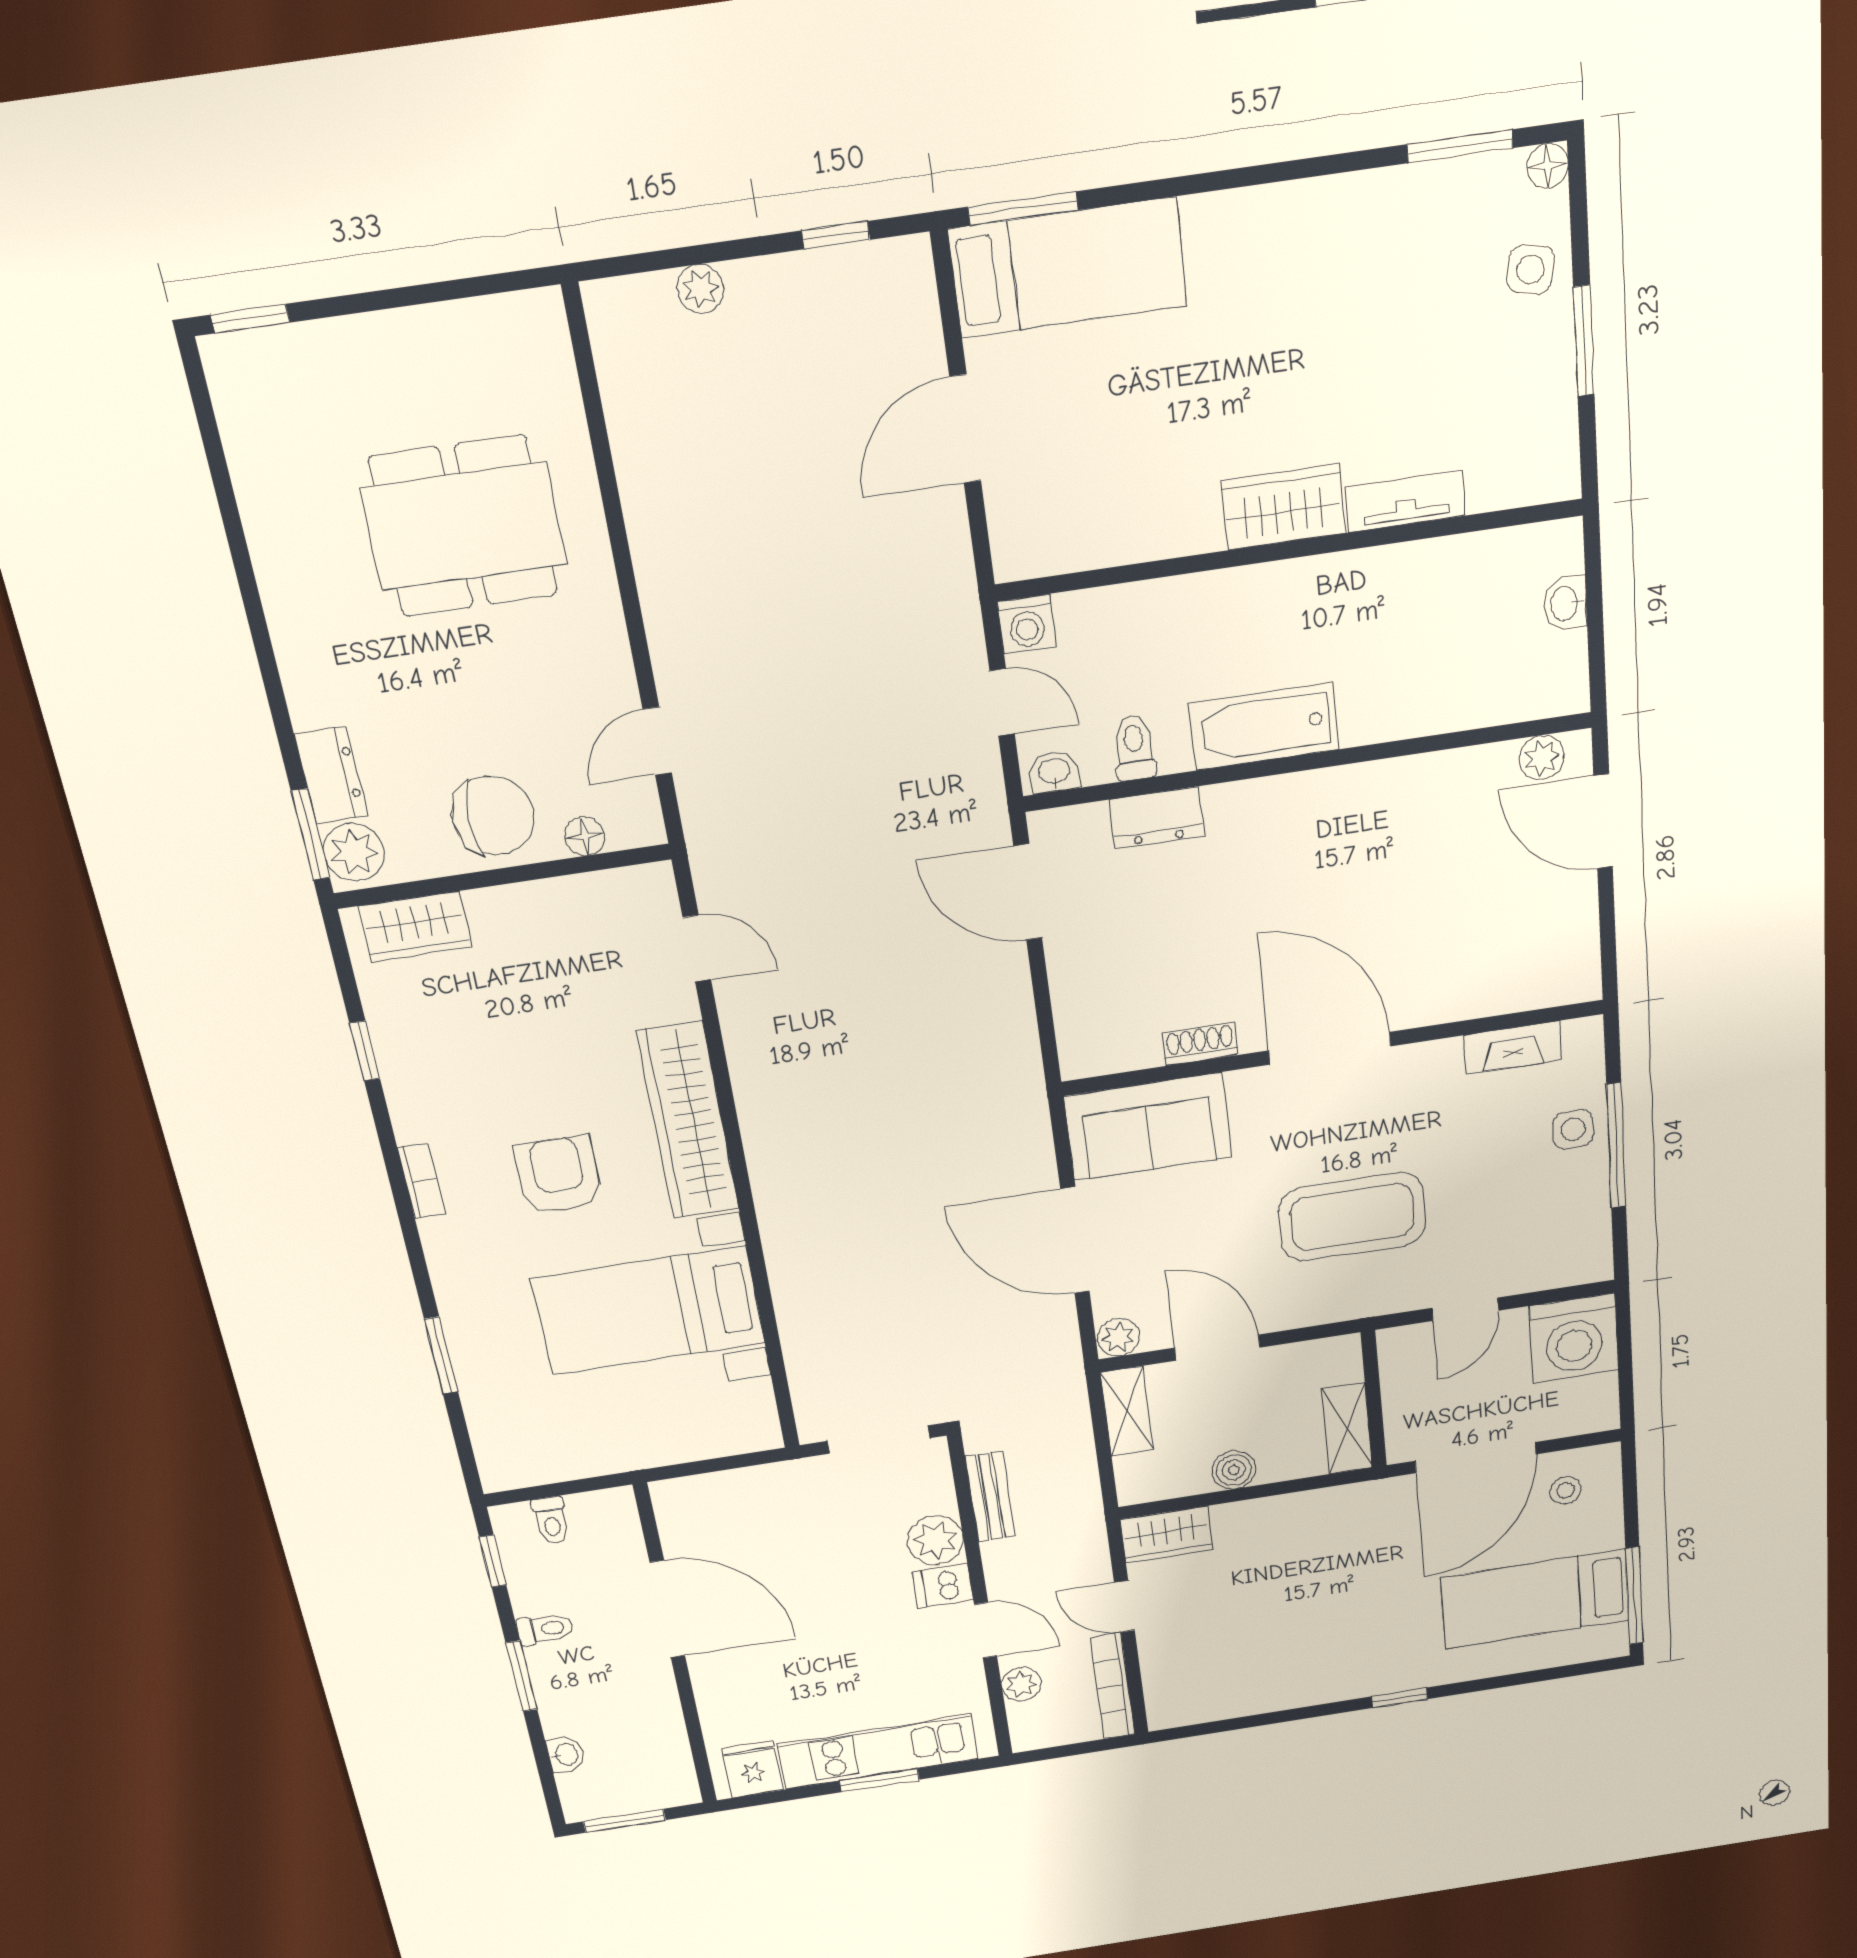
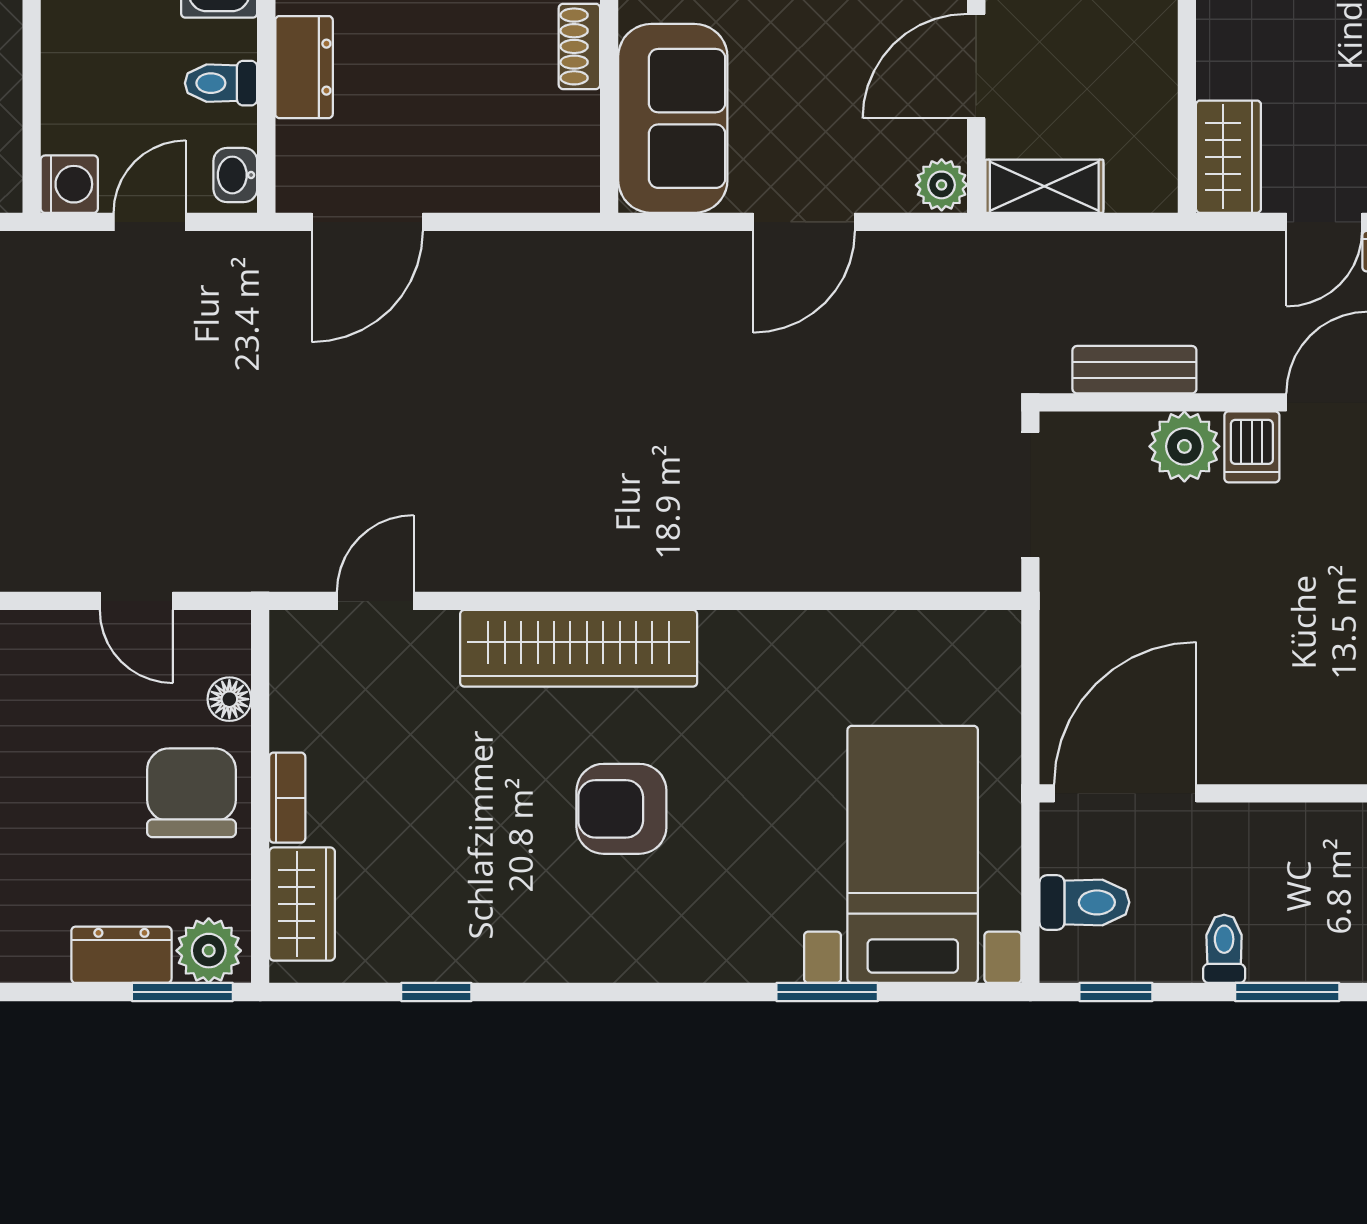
bookcase: (421, 1181) -> (287, 798), moved, turned 90
door: (1075, 1240) -> (804, 222), width x0.73
bed with nightstands: (649, 1311) -> (913, 854), moved, turned 180
boiler: (1234, 1470) -> (1150, 62), removed
toilet: (551, 1520) -> (1084, 902), width x1.37, depth x1.39
door: (667, 1609) -> (1125, 793), moved

